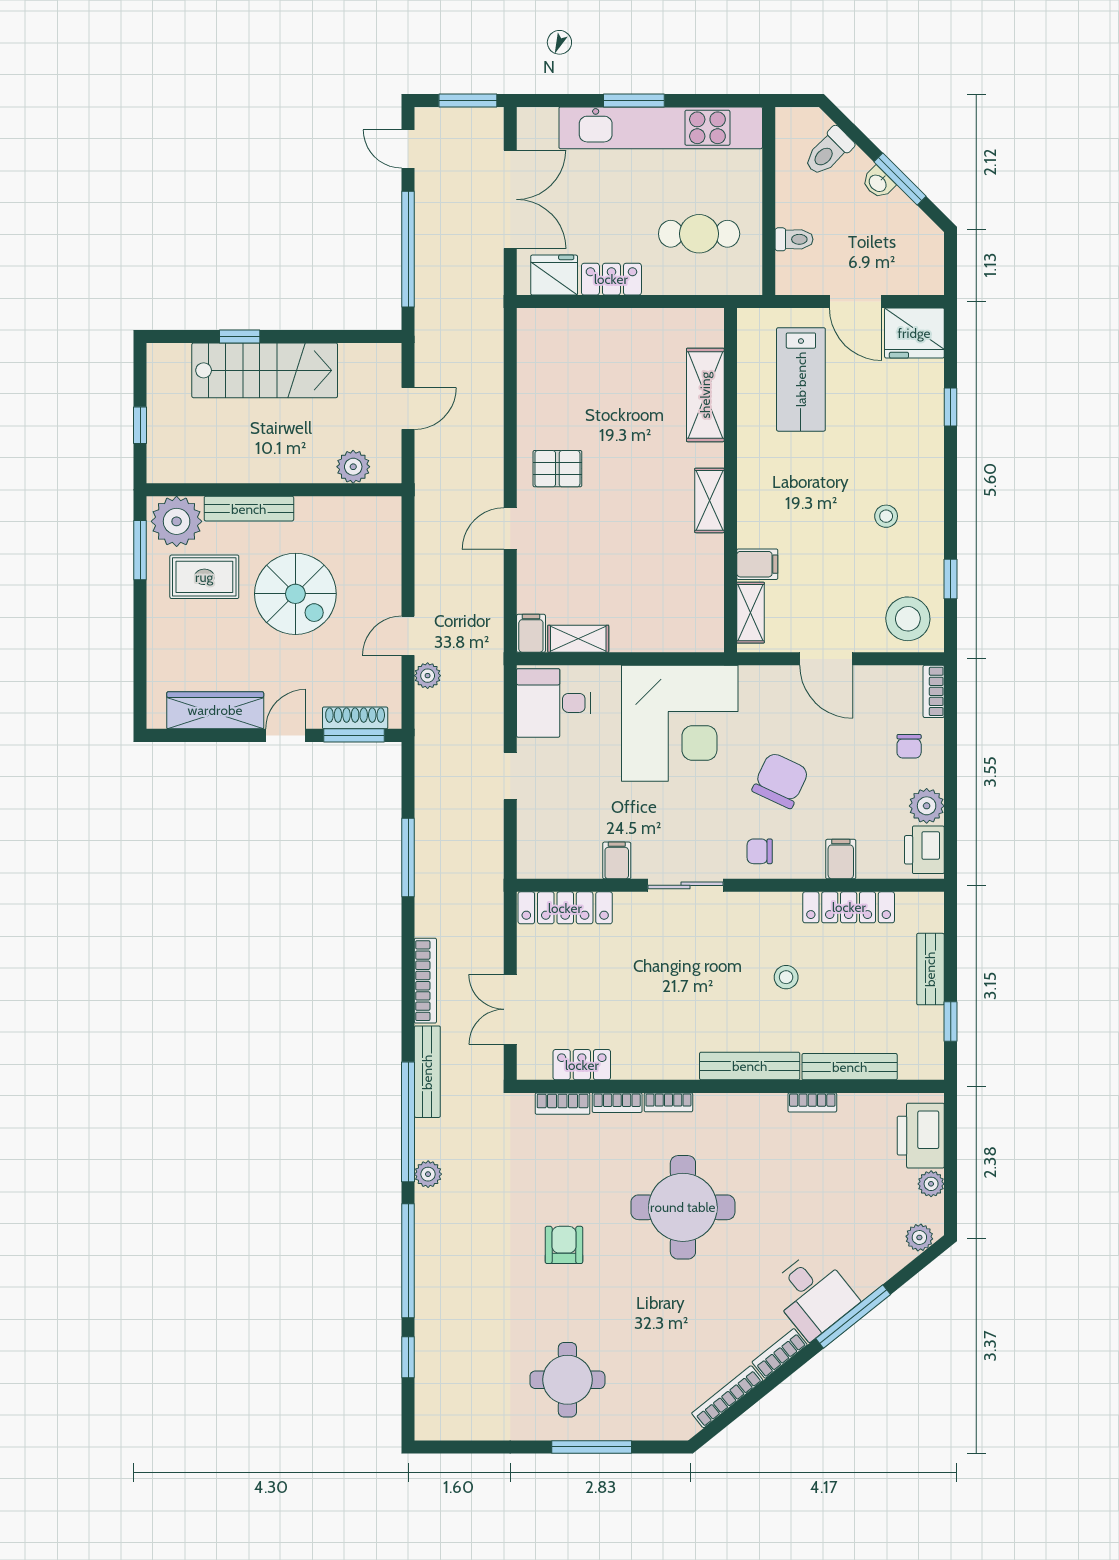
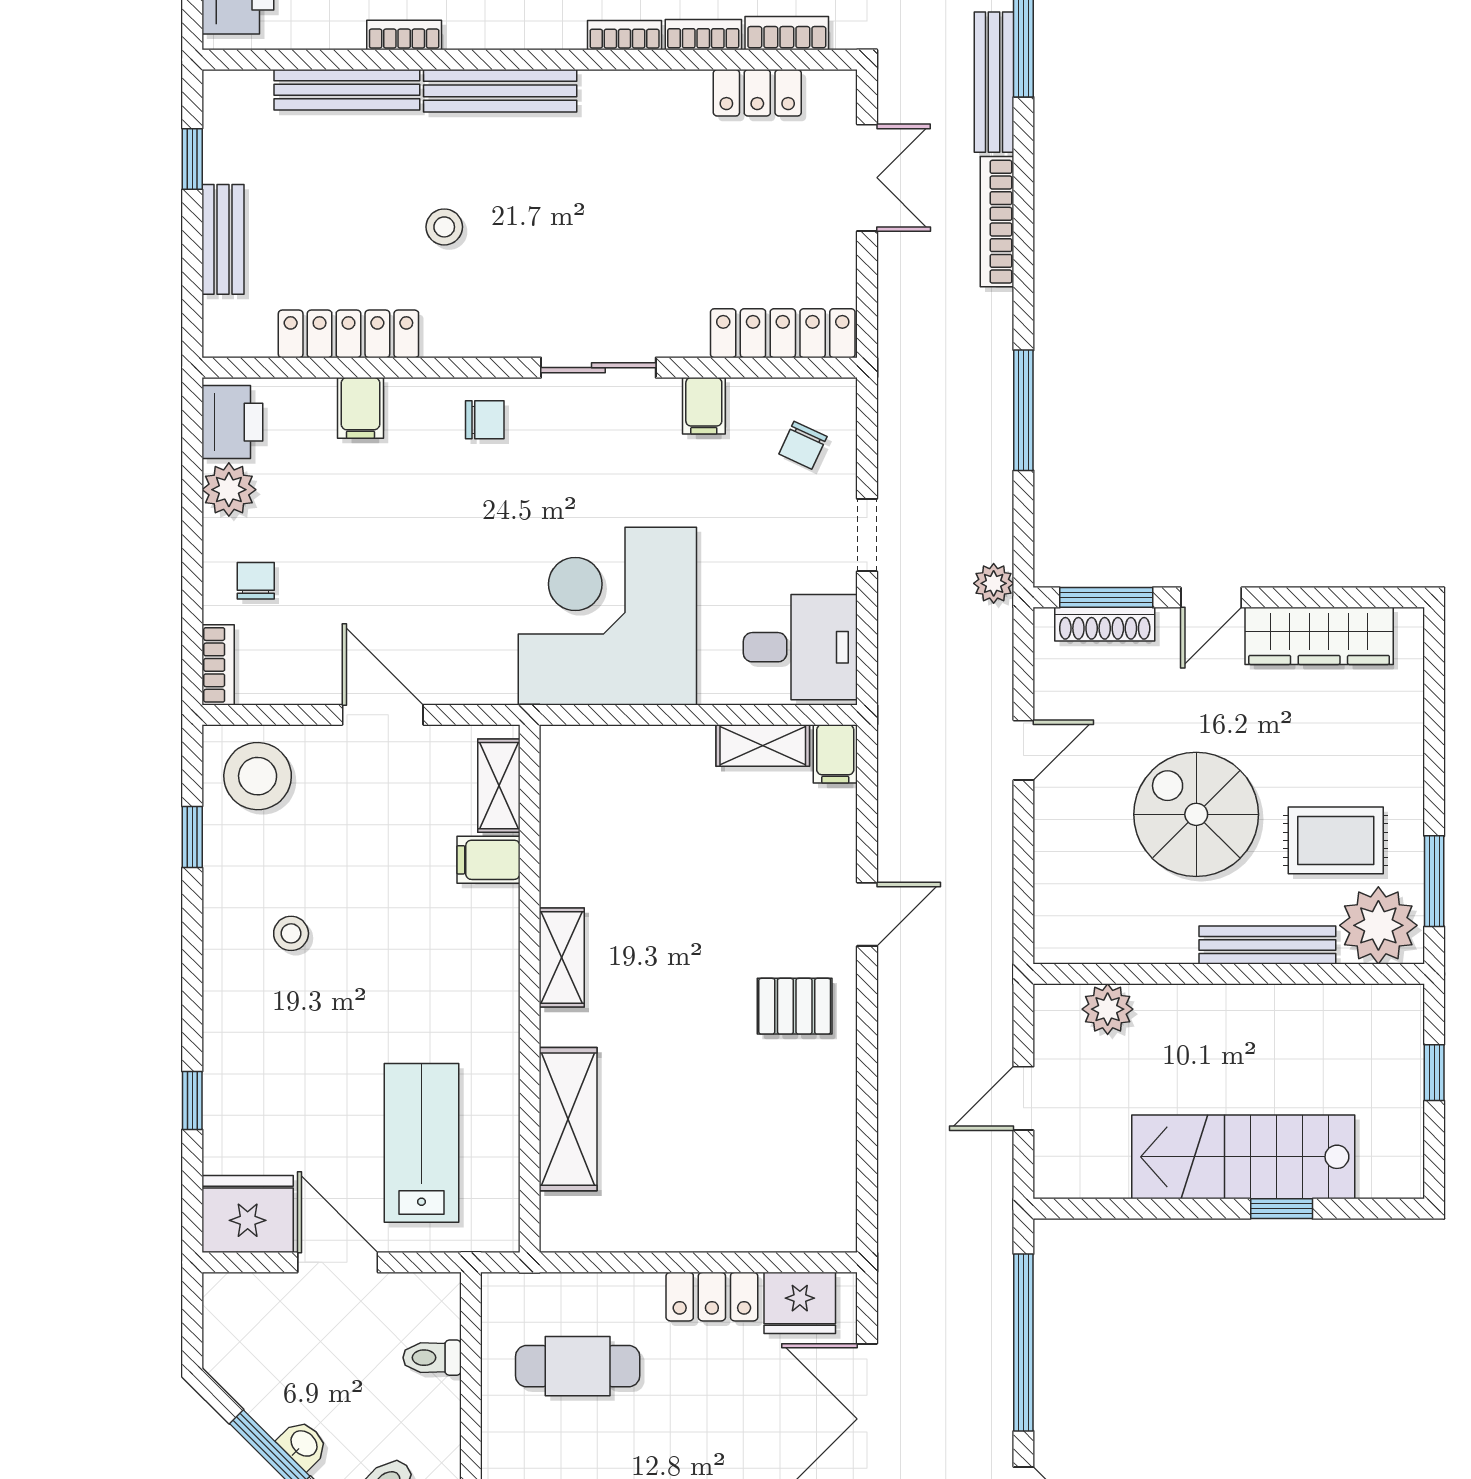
plant: (428, 676) -> (994, 583), moved
chair: (780, 780) -> (803, 445), moved, width x0.54, depth x0.54

